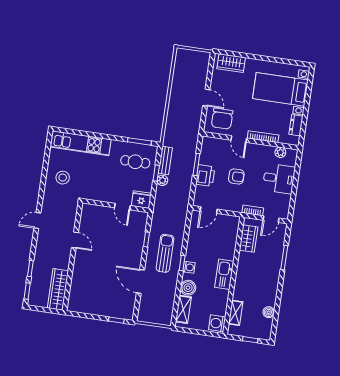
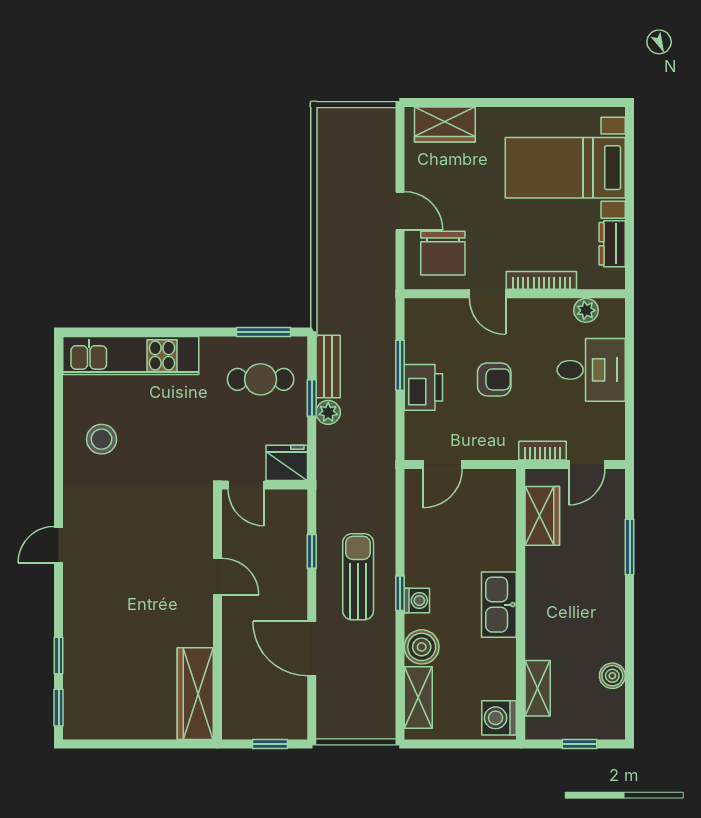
door: (75, 240) -> (218, 576), moved
wall: (72, 257) -> (218, 615), moved
wardrobe: (58, 289) -> (195, 694), moved

